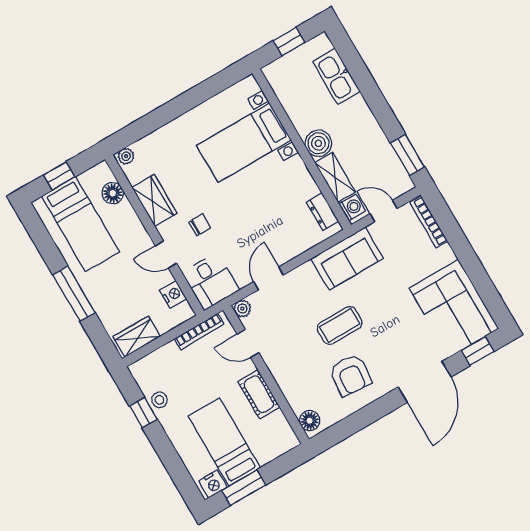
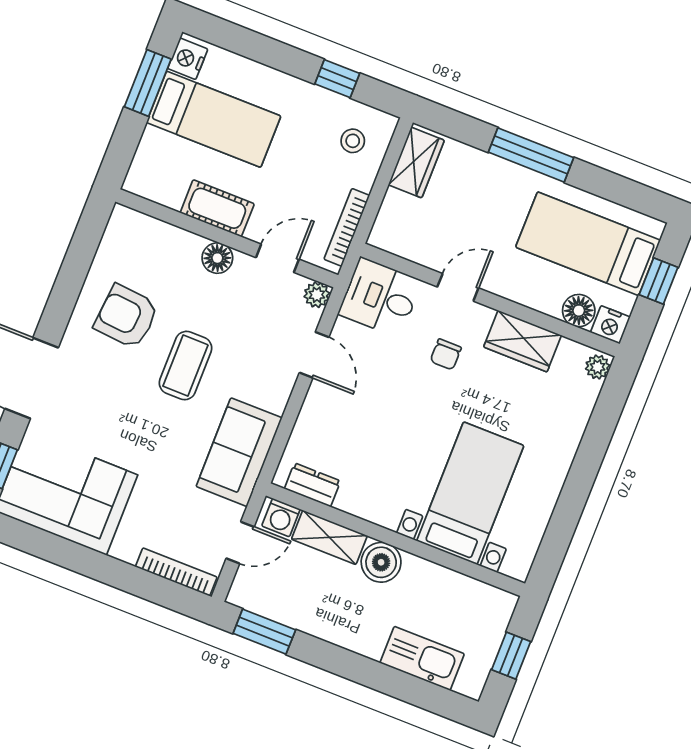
nightstand: (173, 294) -> (610, 325), moved
stool: (160, 400) -> (353, 141), moved
floor lamp: (310, 421) -> (217, 258), moved

